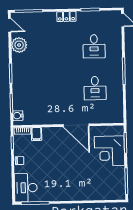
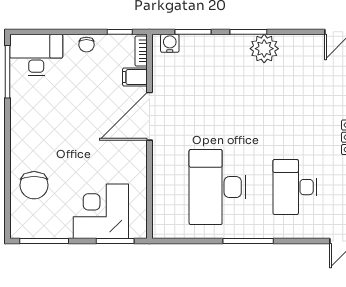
plant: (19, 45) -> (264, 49), moved
desk: (94, 46) -> (295, 187), width x1.37
desk: (95, 88) -> (217, 187), width x1.87, depth x1.30
door: (76, 125) -> (150, 116), moved
chair: (96, 187) -> (34, 185), added

